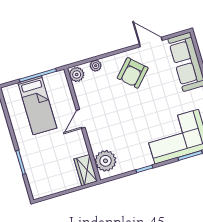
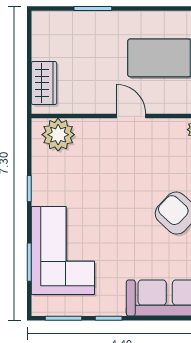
wardrobe: (86, 170) -> (44, 83), moved, turned 90

